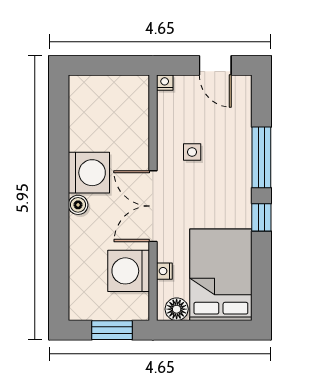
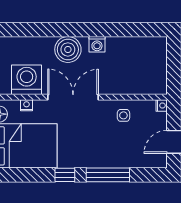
side table: (192, 152) -> (123, 115), moved
washing machine: (89, 173) -> (97, 44), width x0.53, depth x0.53
boiler: (78, 205) -> (68, 49), width x1.86, depth x1.86

